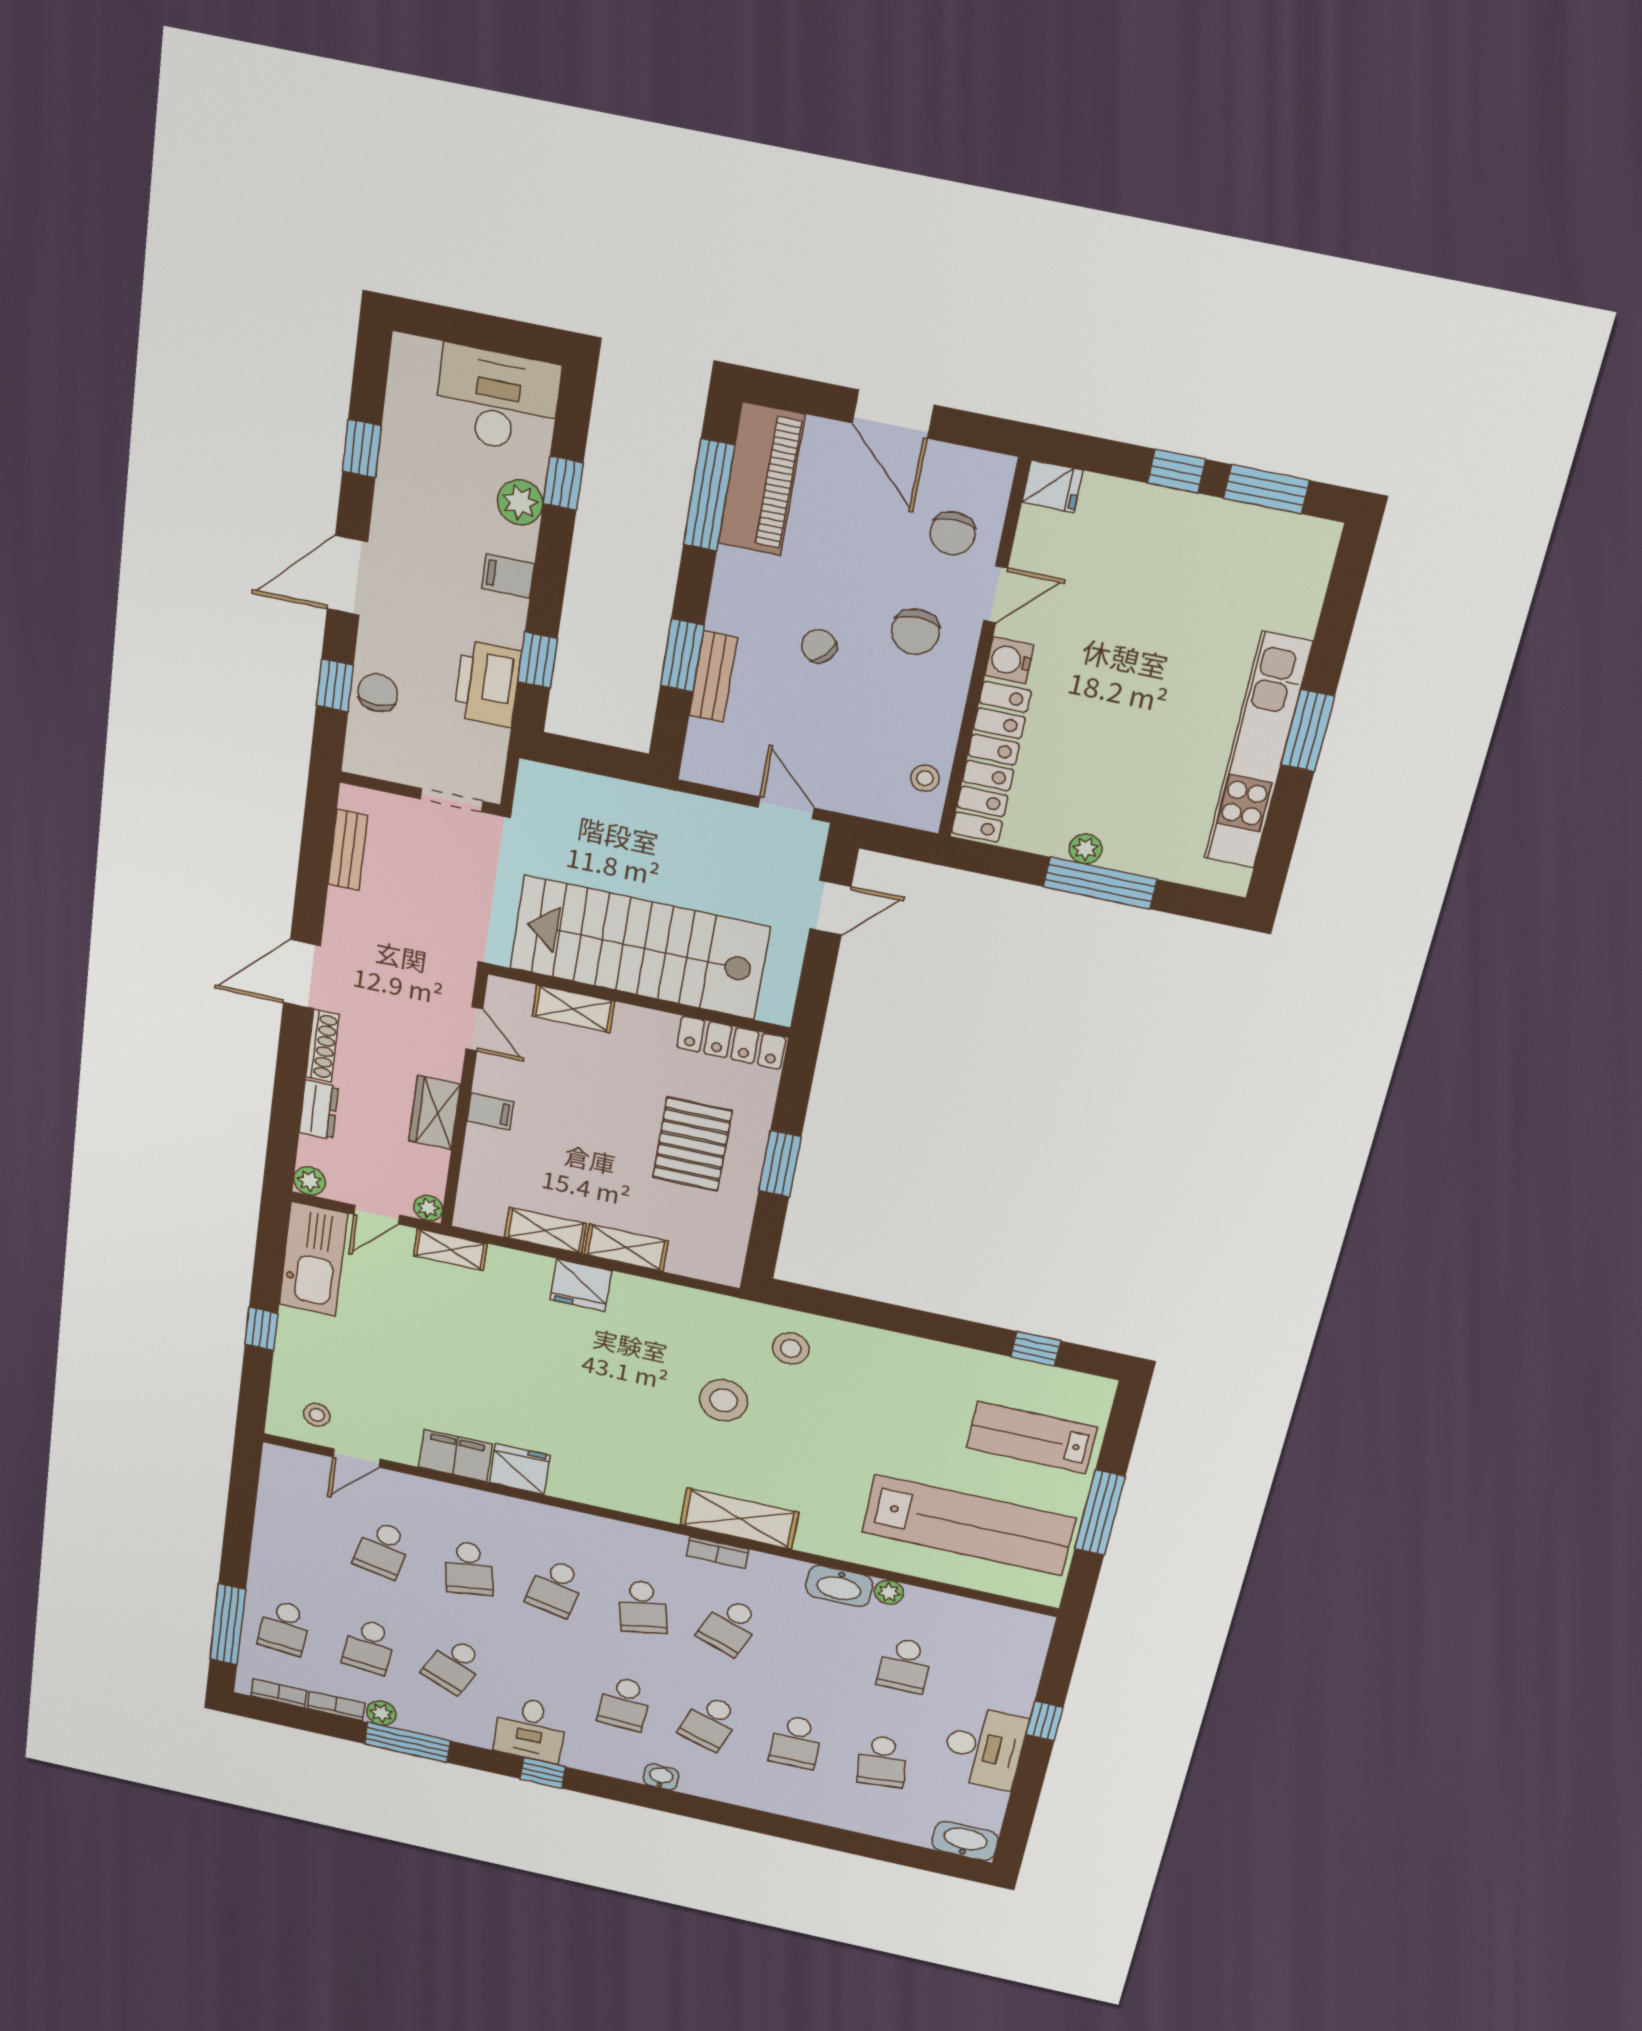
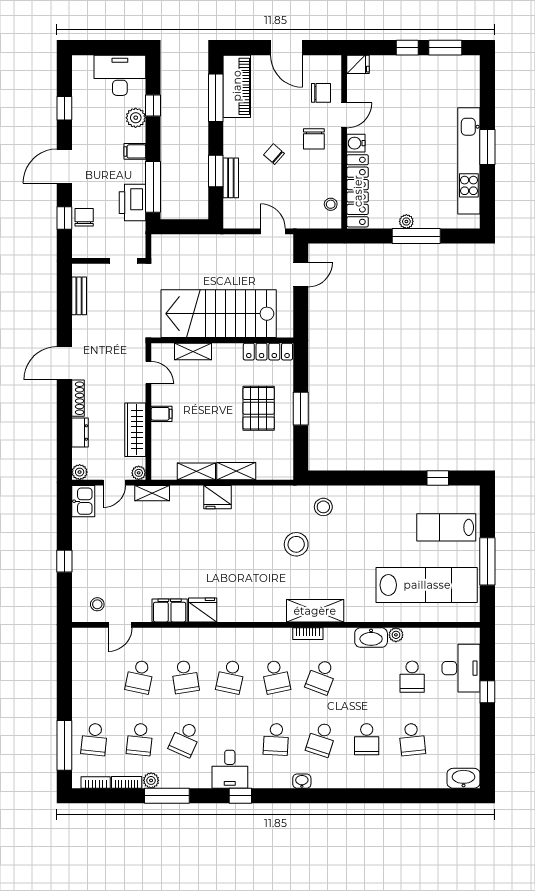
chair: (953, 533) -> (321, 93), turned -90
window: (538, 660) -> (153, 187), width x2.17
wardrobe: (435, 1113) -> (135, 430), width x1.50
kitchen sink: (313, 1259) -> (83, 501), width x0.53, depth x0.81
desk: (984, 1748) -> (461, 668), moved

